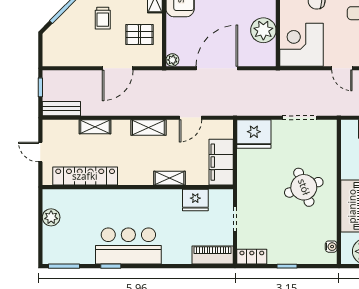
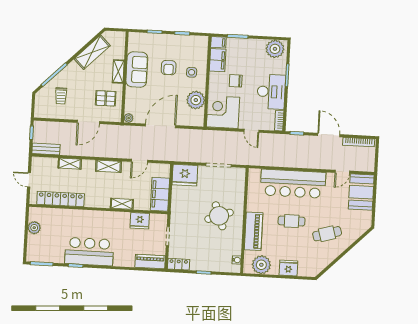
trolley: (103, 18) -> (61, 96), moved

